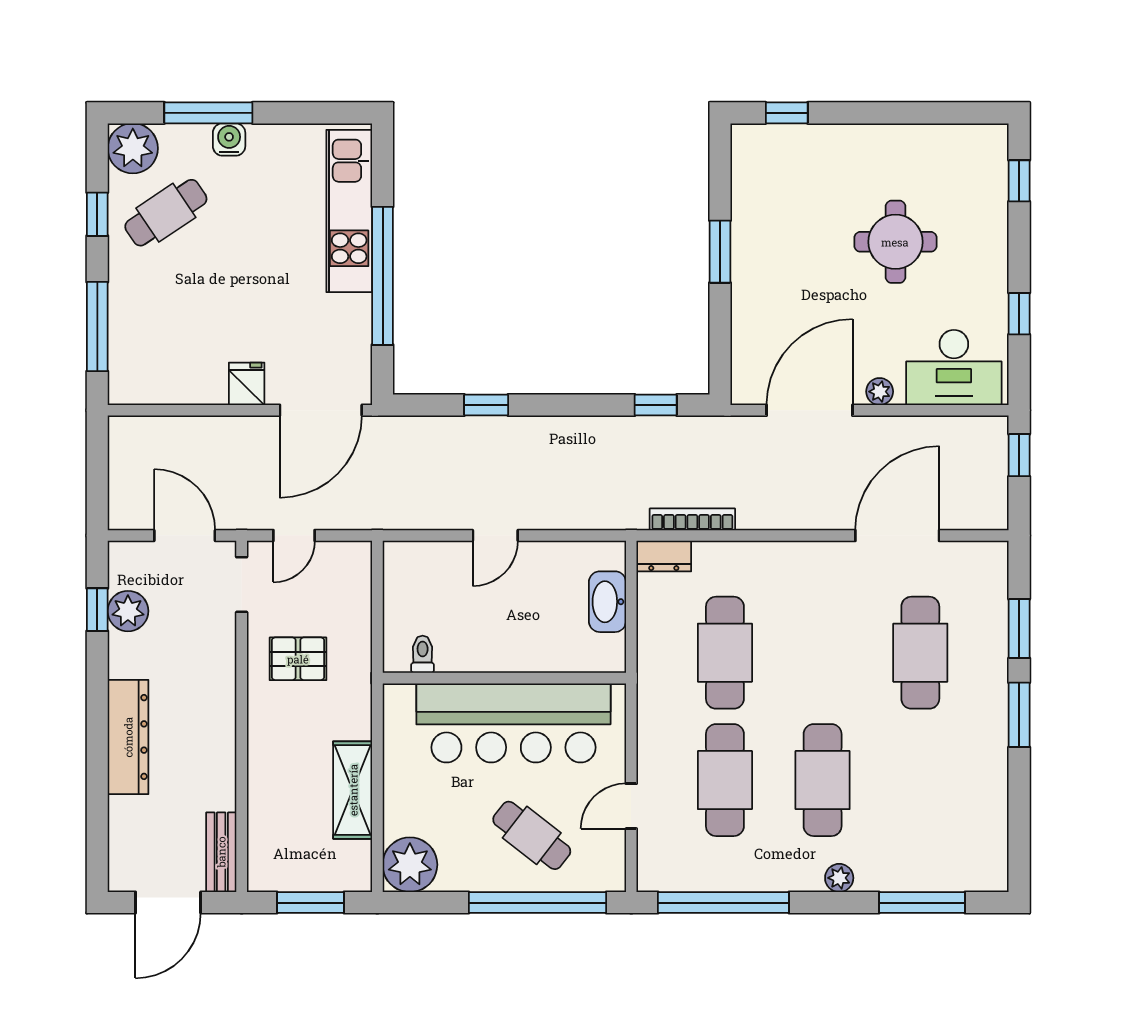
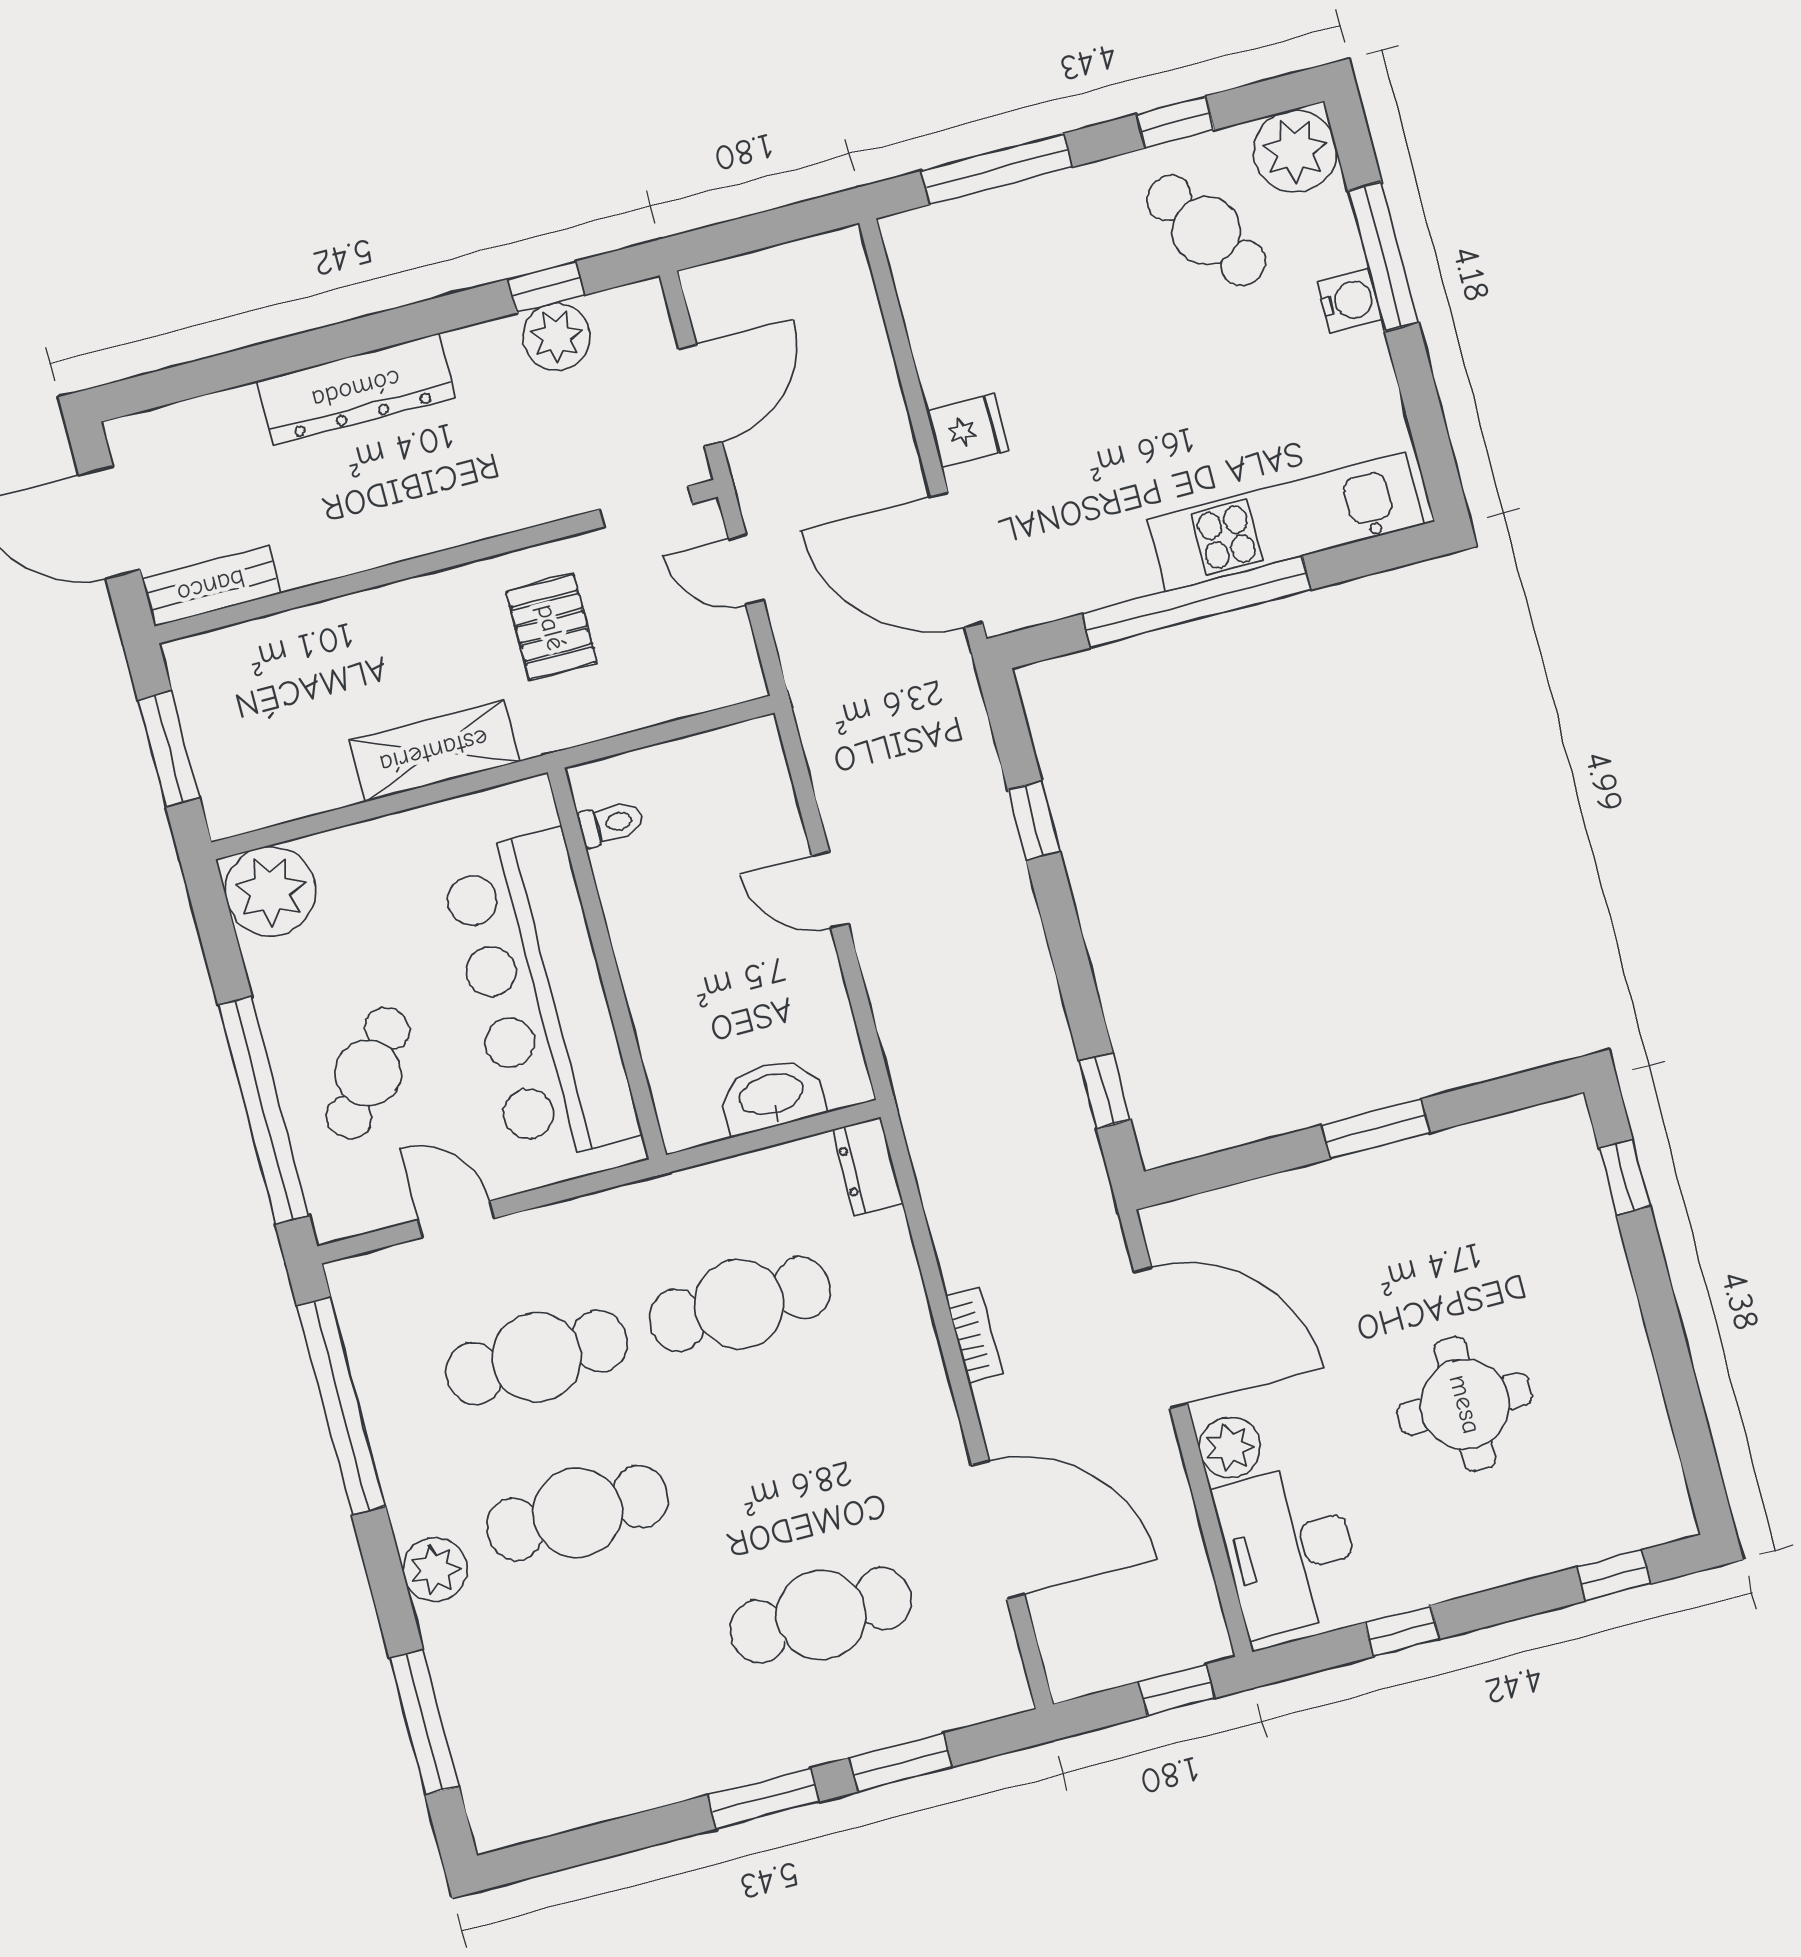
plant: (880, 392) -> (1230, 1447), width x1.38, depth x1.38
bookcase: (692, 519) -> (974, 1335), moved, width x0.64
shelving: (353, 790) -> (434, 751), moved
plant: (839, 878) -> (435, 1569), width x1.38, depth x1.38

